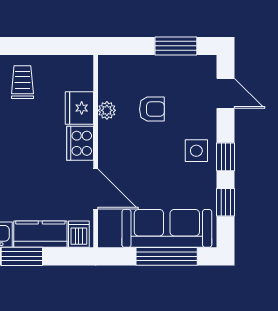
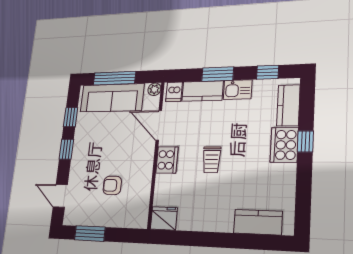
trolley: (22, 82) -> (212, 160), moved
fridge: (79, 108) -> (164, 218), moved, turned -90
plant: (107, 110) -> (154, 89), moved
side table: (196, 151) -> (85, 154), removed

